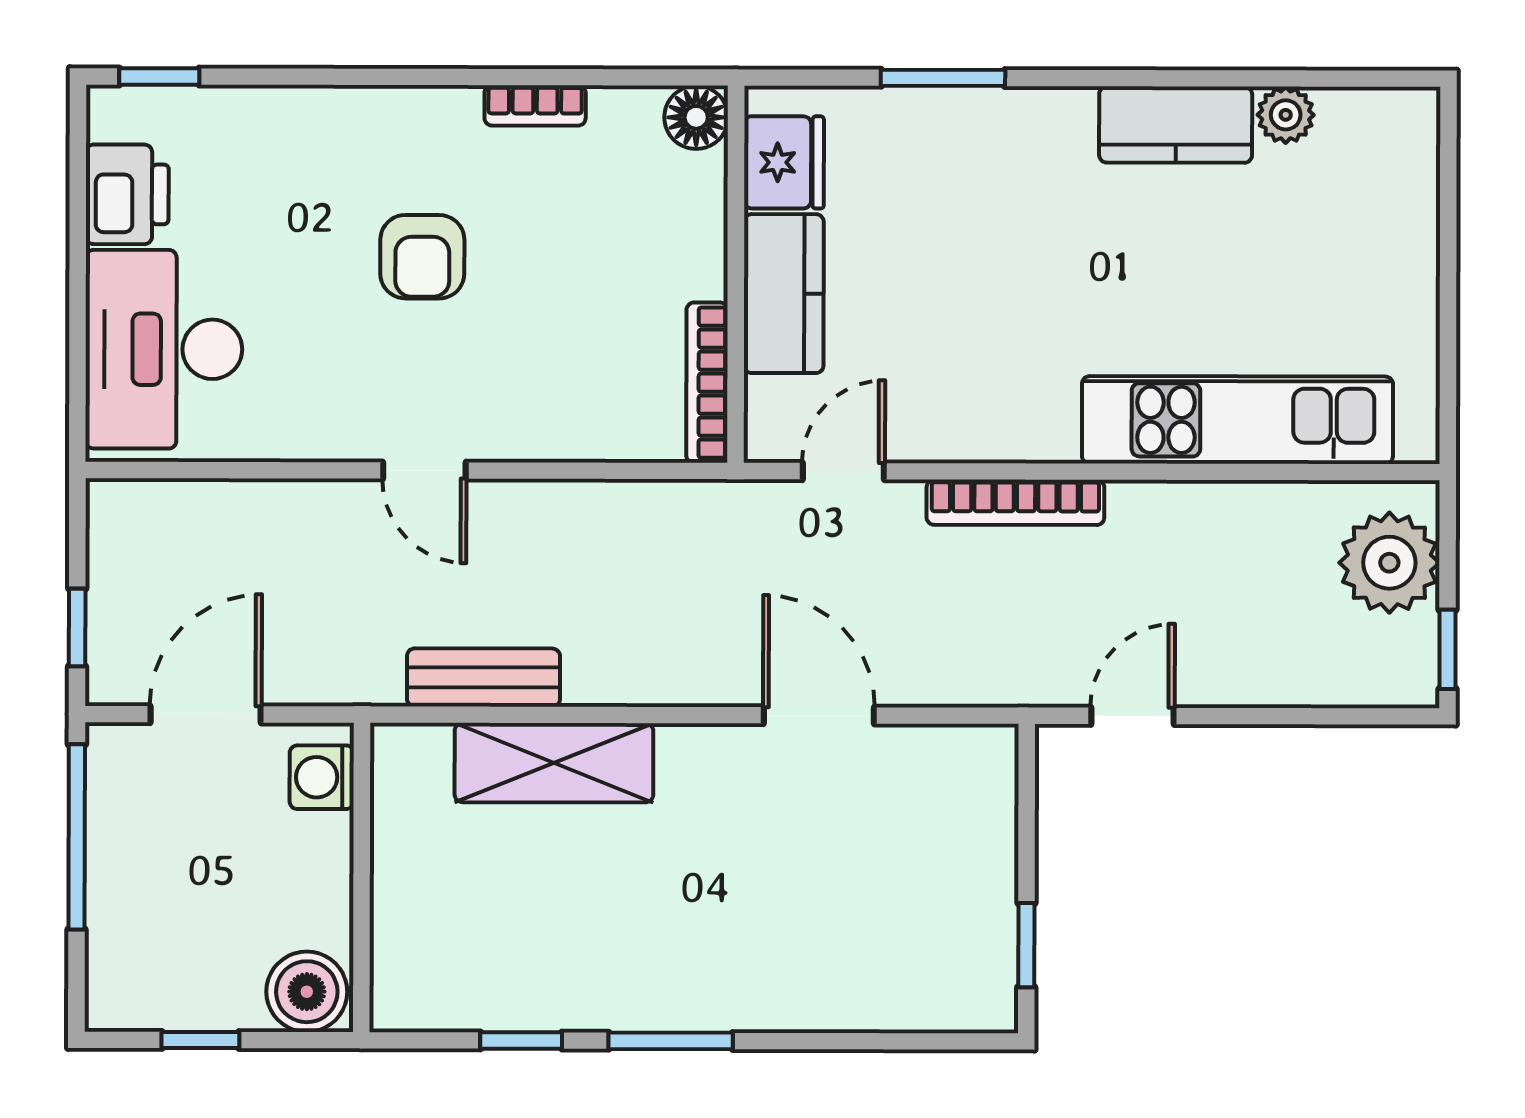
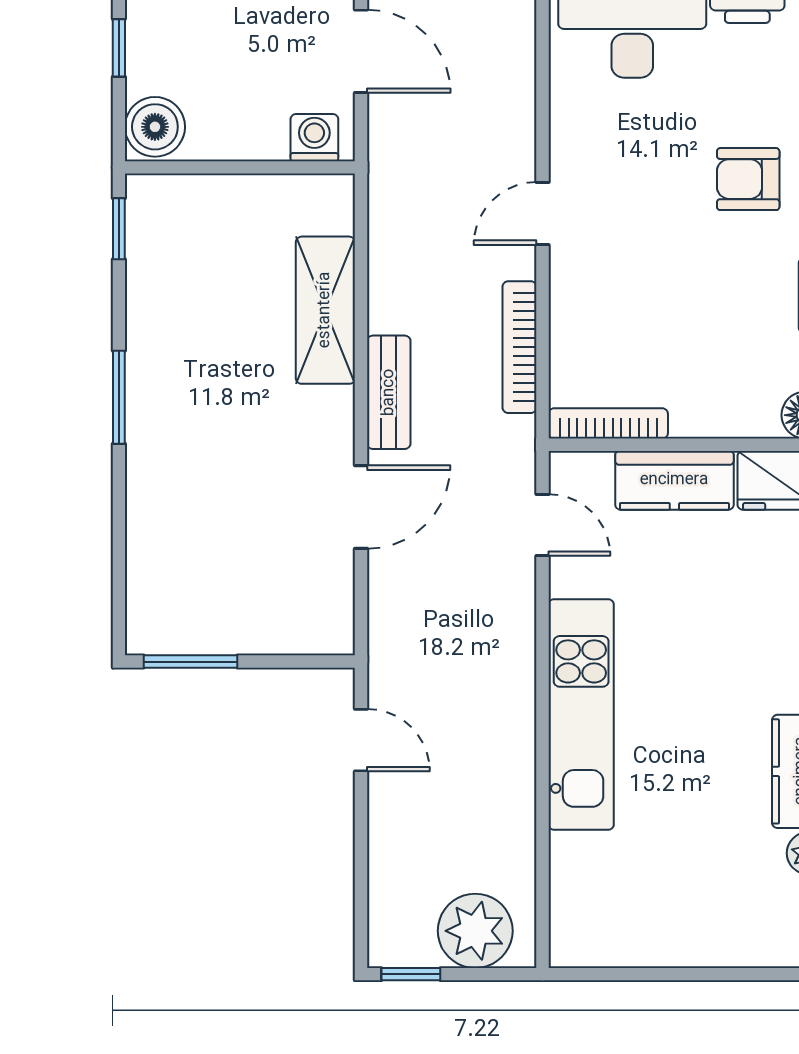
armchair: (422, 257) -> (748, 179), moved
kitchen unit: (1237, 420) -> (581, 715), moved
bookcase: (1015, 502) -> (520, 347), moved
bench: (484, 678) -> (389, 392), moved
window: (1026, 945) -> (191, 662), width x1.50
window: (521, 1041) -> (119, 229), moved

